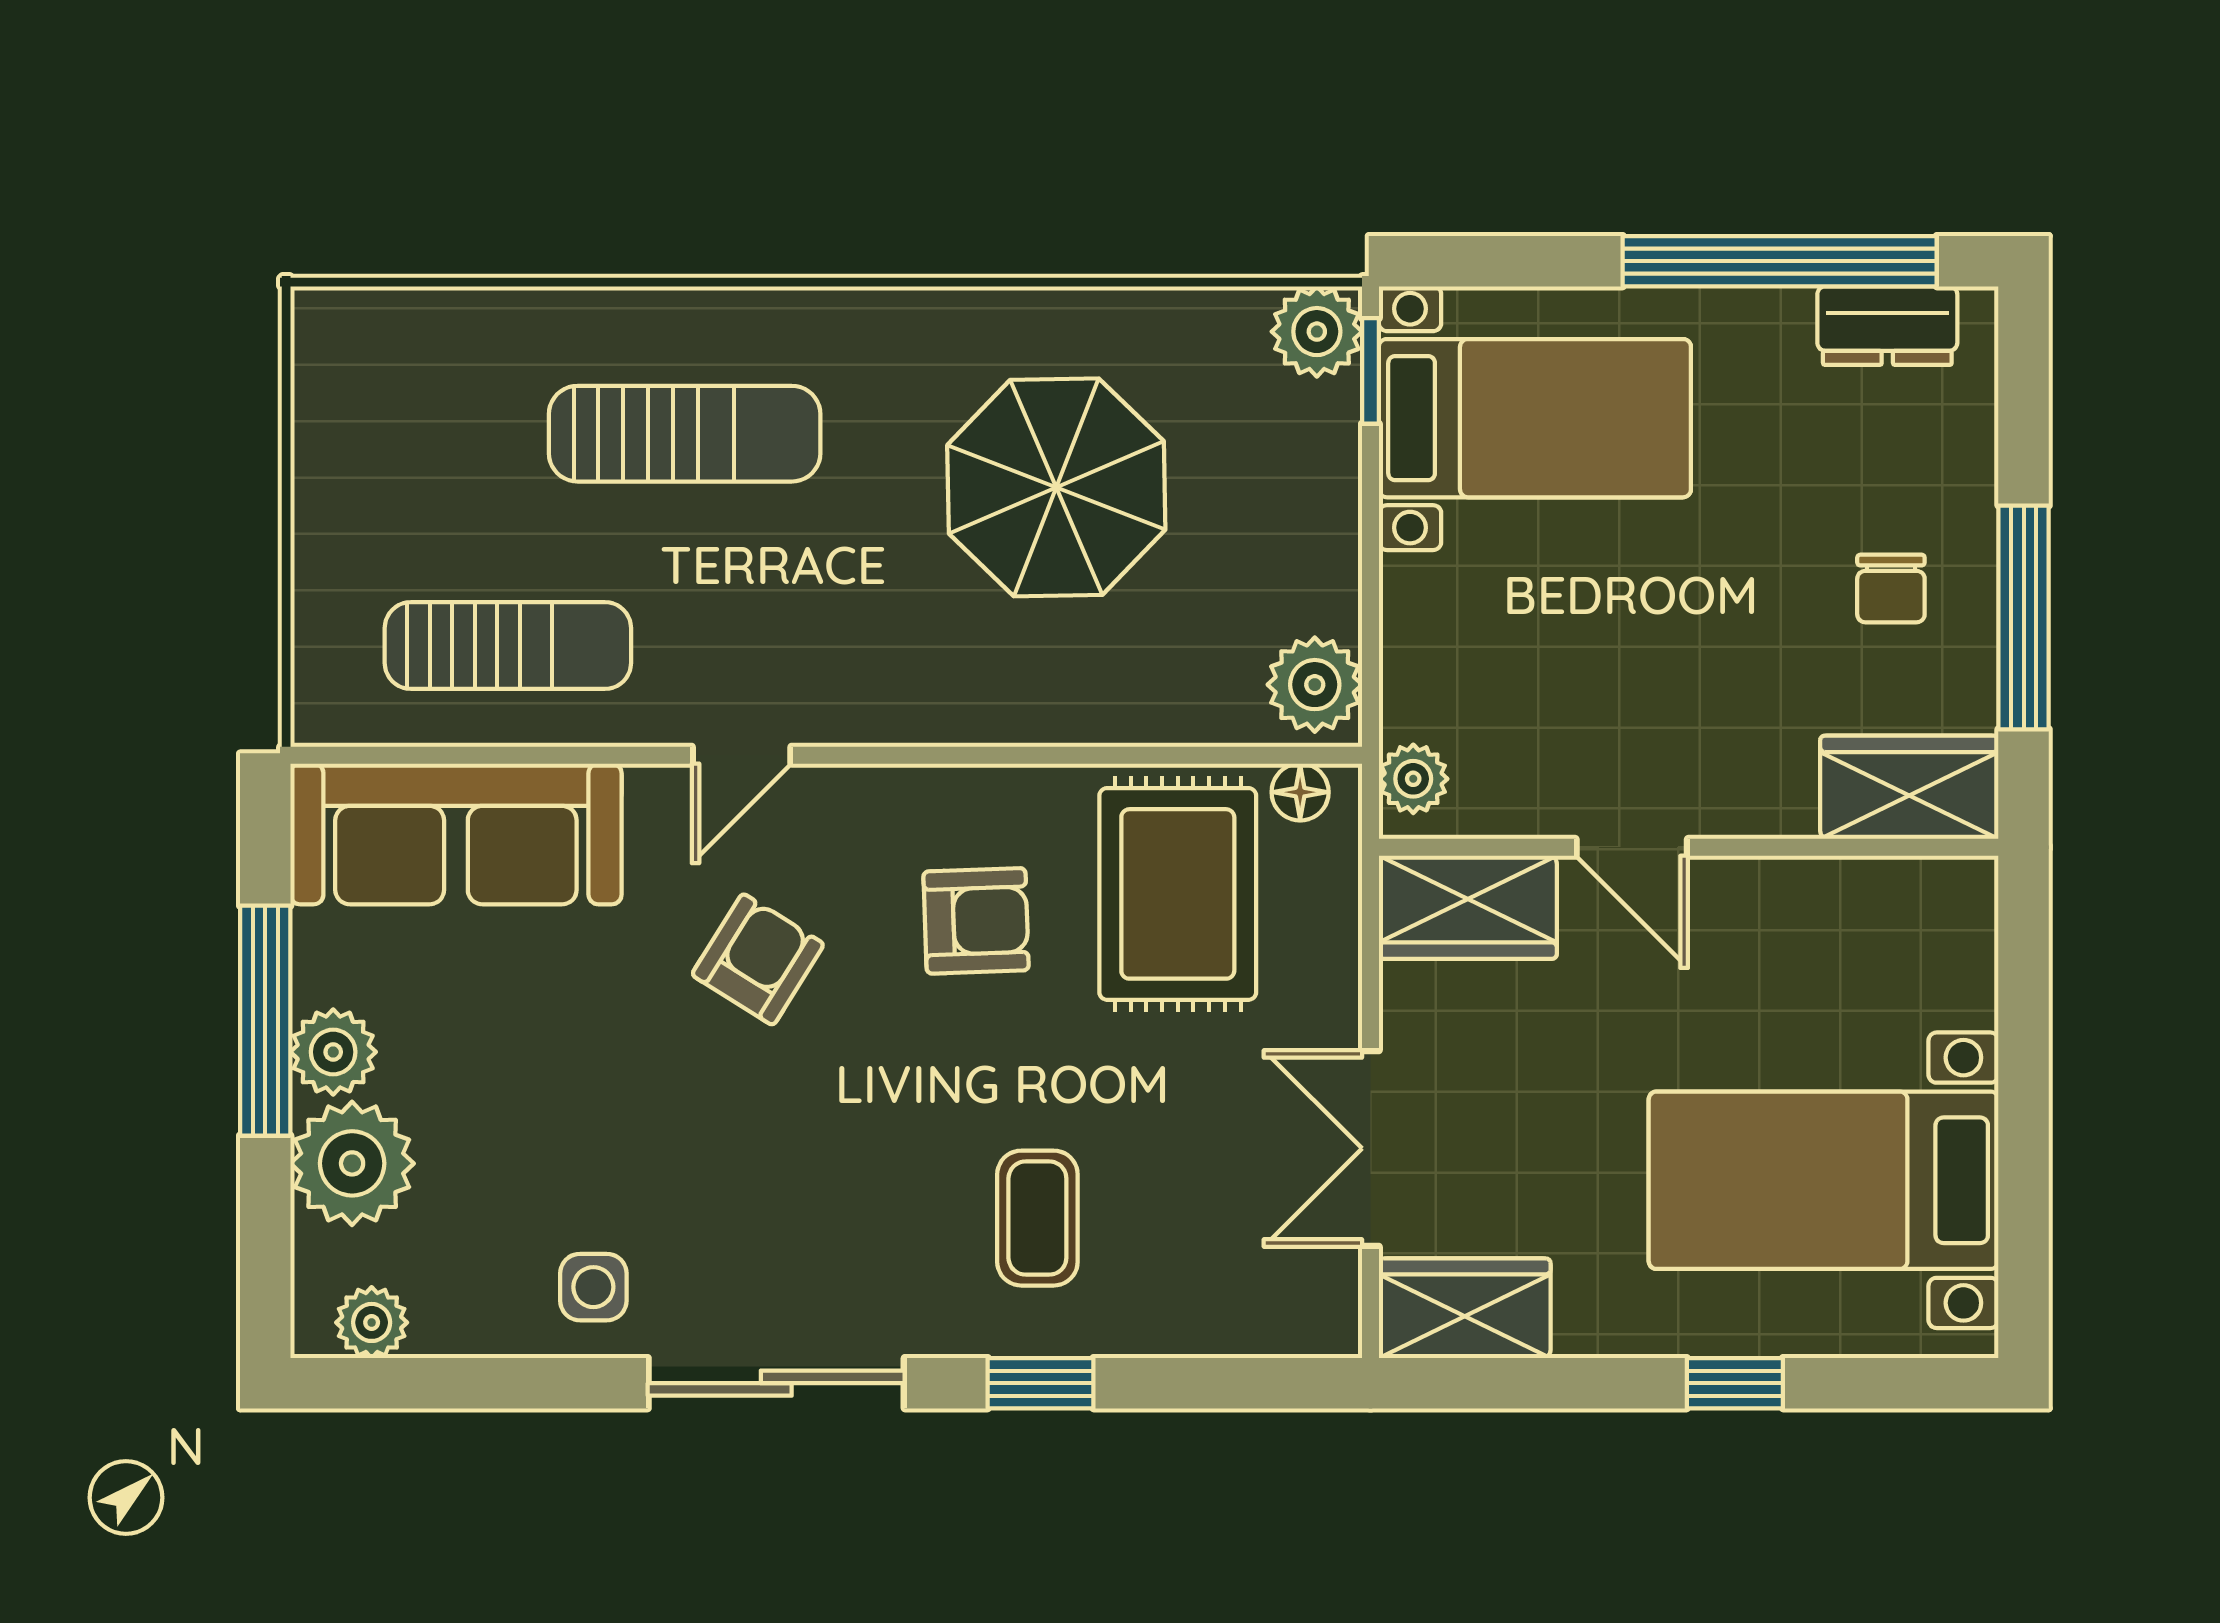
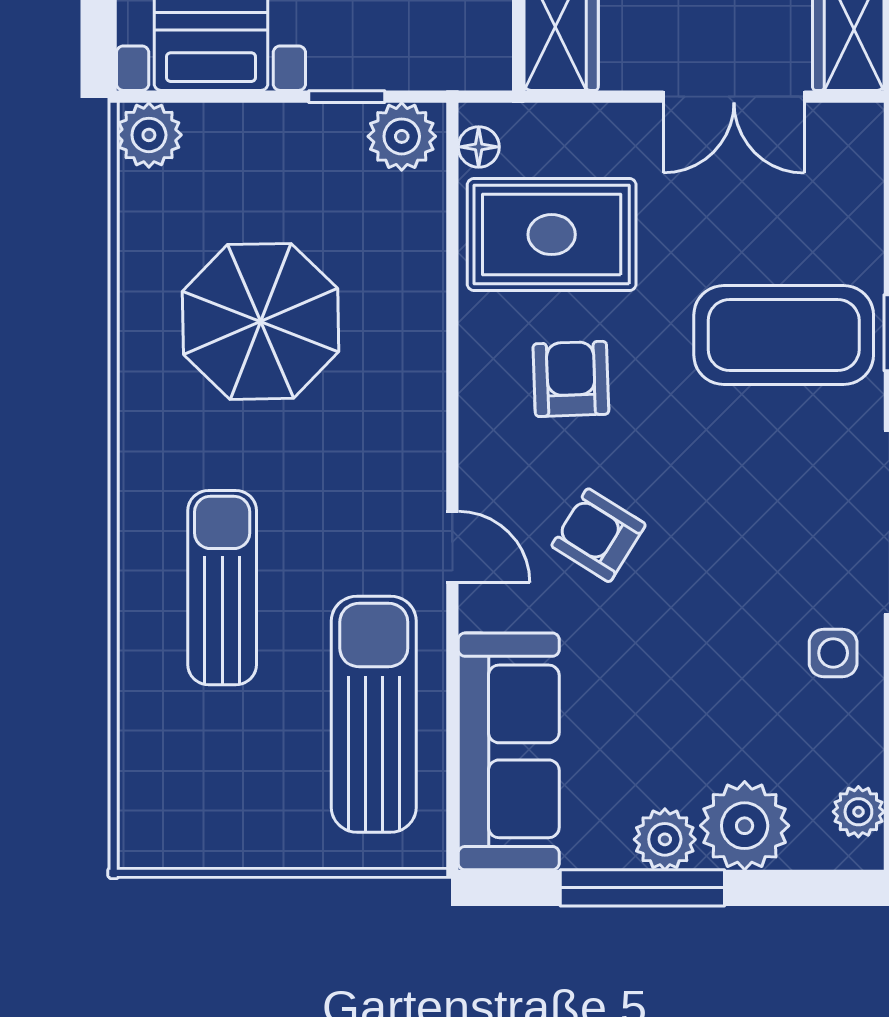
window: (1370, 371) -> (347, 97), moved
sun lounger: (508, 646) -> (374, 714), width x1.36, depth x1.34
plant: (1413, 779) -> (469, 66), removed
coffee table: (1037, 1218) -> (784, 335), width x1.86, depth x1.72

